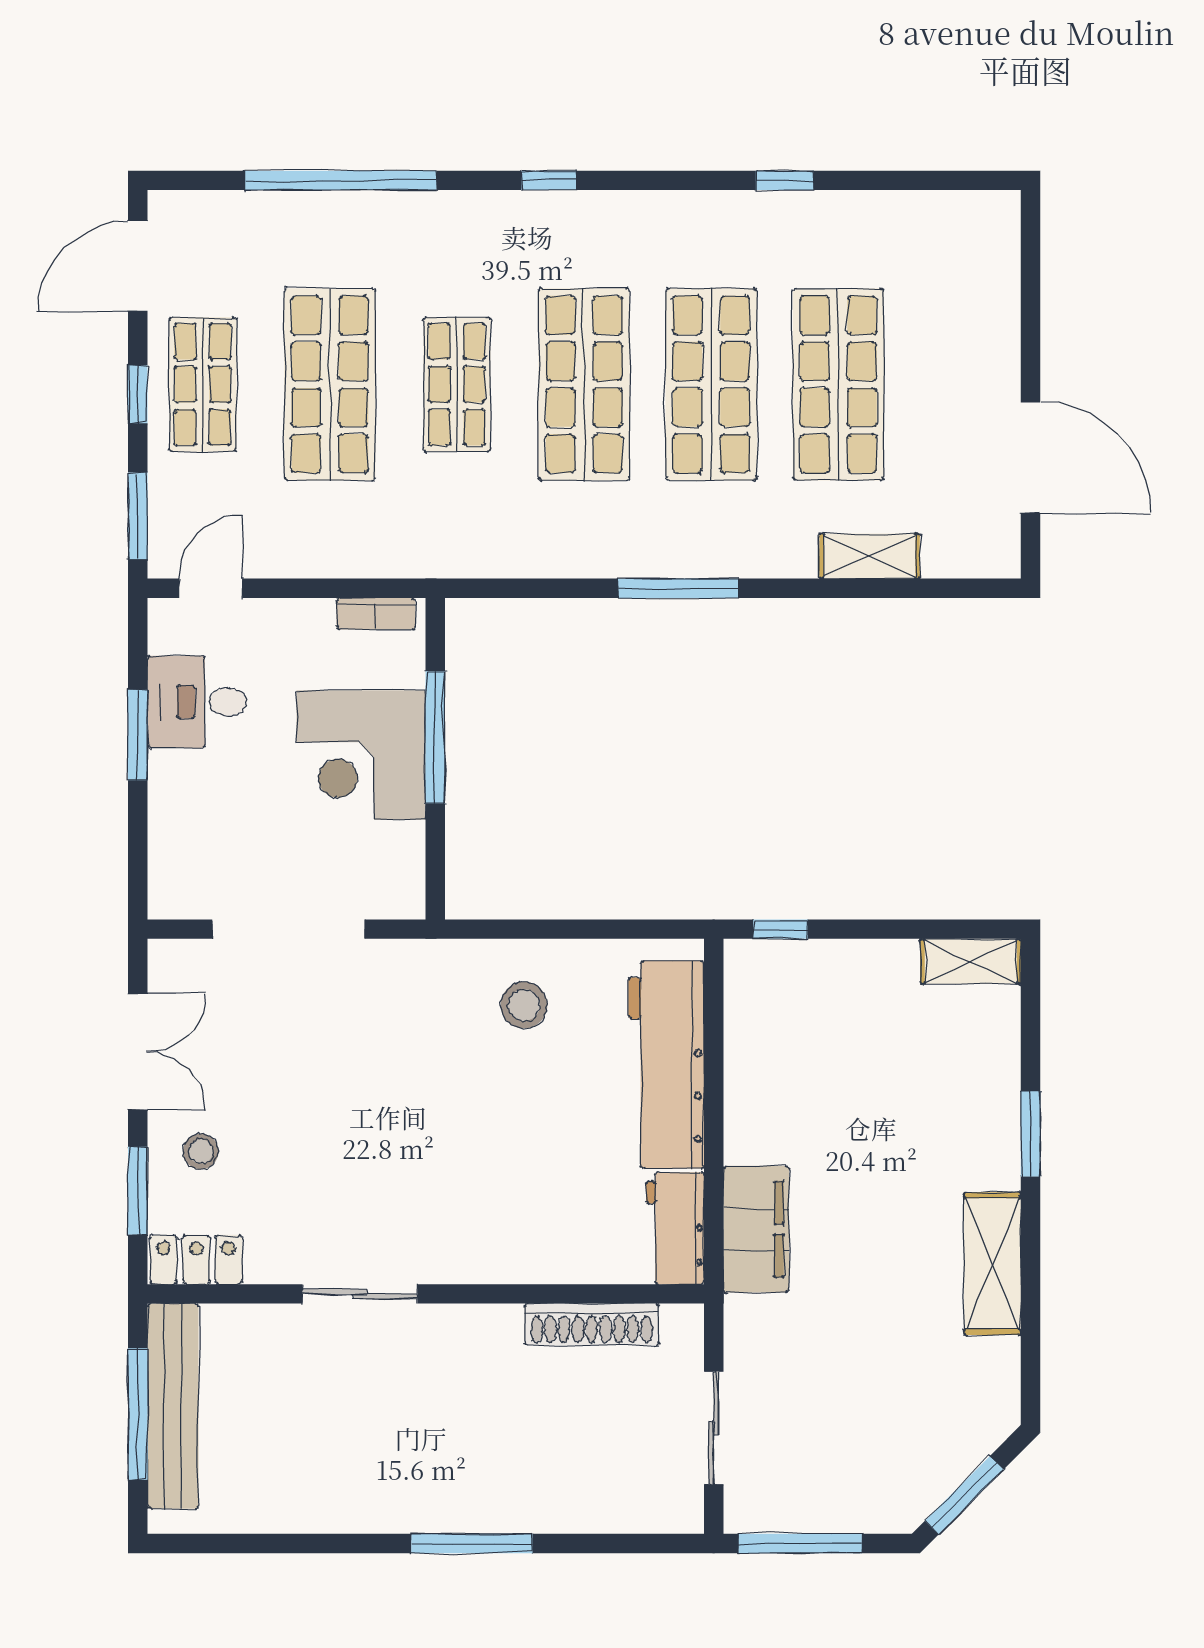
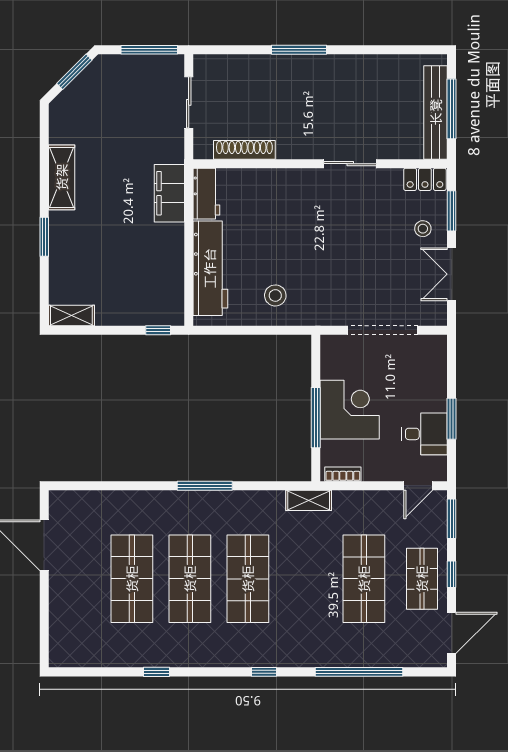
shop shelf: (457, 384) -> (306, 579), removed
shelving: (870, 556) -> (309, 500), moved

